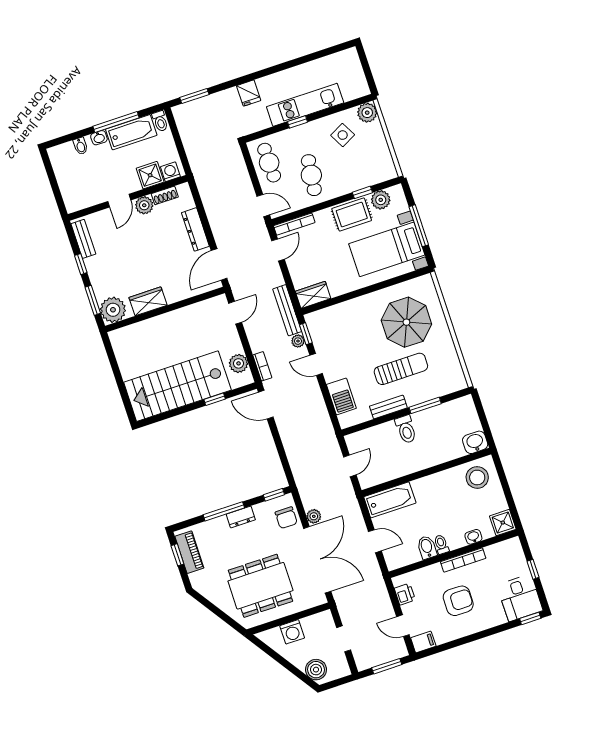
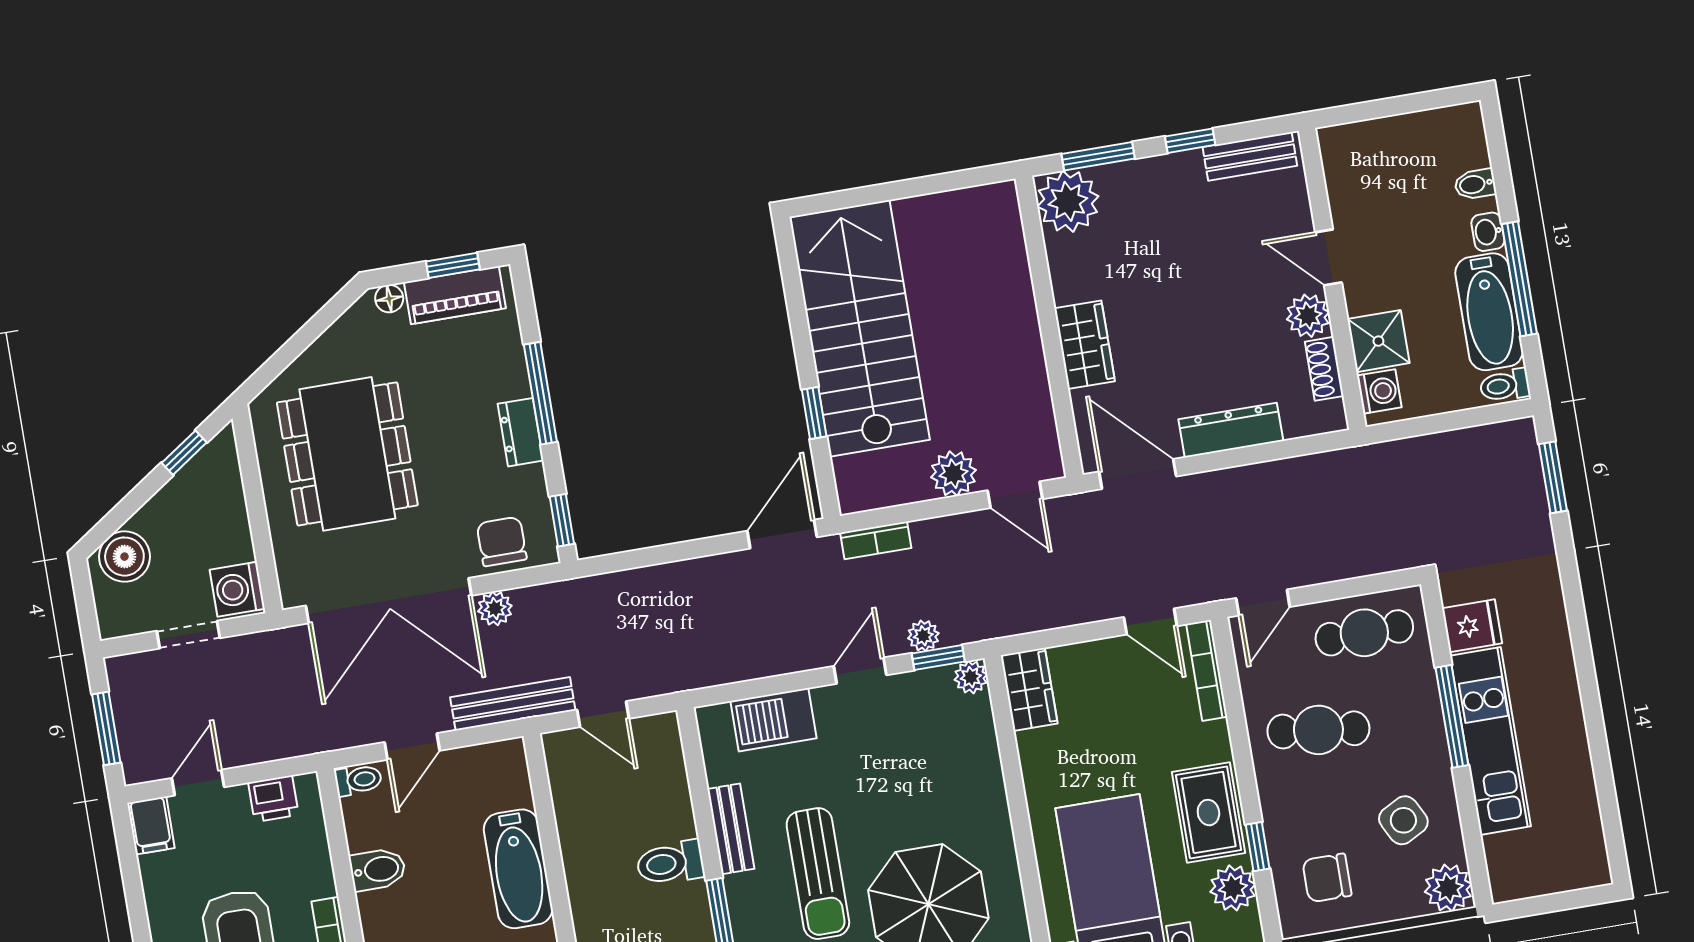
fridge: (249, 93) -> (1472, 626), moved, turned 180
window: (297, 122) -> (1452, 716), width x2.17
chair: (371, 162) -> (1327, 878), added
wardrobe: (148, 301) -> (1085, 345), moved
bench: (287, 310) -> (513, 704), moved
plant: (312, 319) -> (971, 677), added
plant: (239, 363) -> (953, 474), moved
bathtub: (390, 500) -> (518, 869), moved
chair: (286, 518) -> (502, 541), turned 90
toilet: (441, 544) -> (358, 780), moved
floor lamp: (195, 579) -> (389, 299), added
washing machine: (292, 632) -> (237, 589), moved
window: (270, 652) -> (184, 453), added

